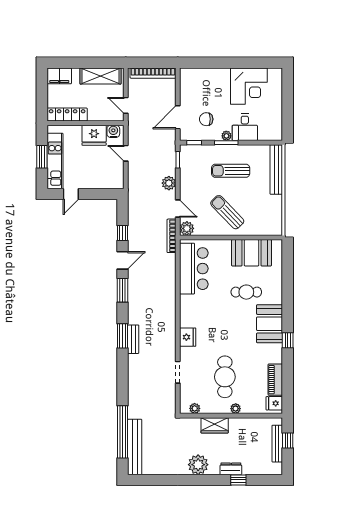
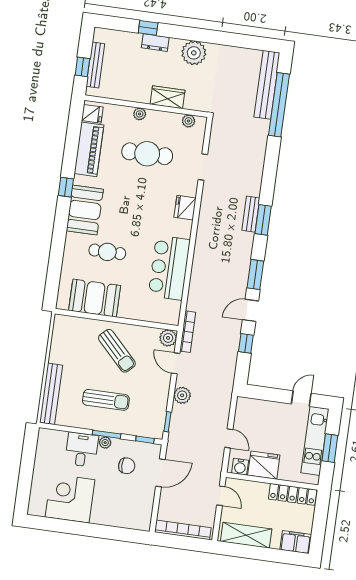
bar counter: (194, 269) -> (169, 268), moved
cafe table: (225, 377) -> (147, 154), turned 90
piano: (275, 380) -> (89, 149), width x1.37, depth x1.33

